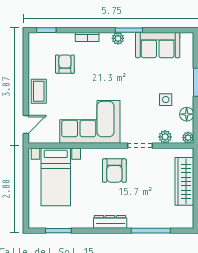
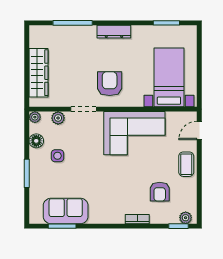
window: (129, 30) -> (62, 226), moved
plant: (118, 38) -> (186, 218), moved

